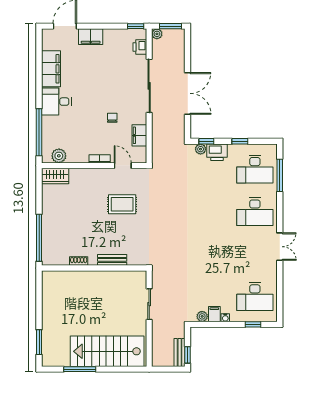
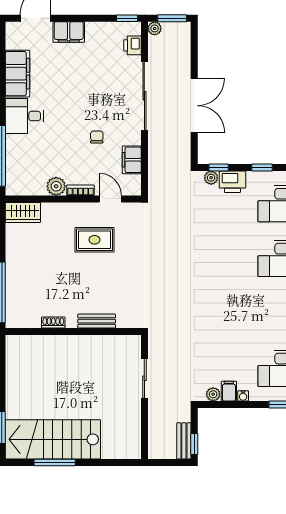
plant: (59, 156) -> (56, 186), moved
rug: (122, 204) -> (95, 240), moved
stairs: (107, 351) -> (53, 439), moved

